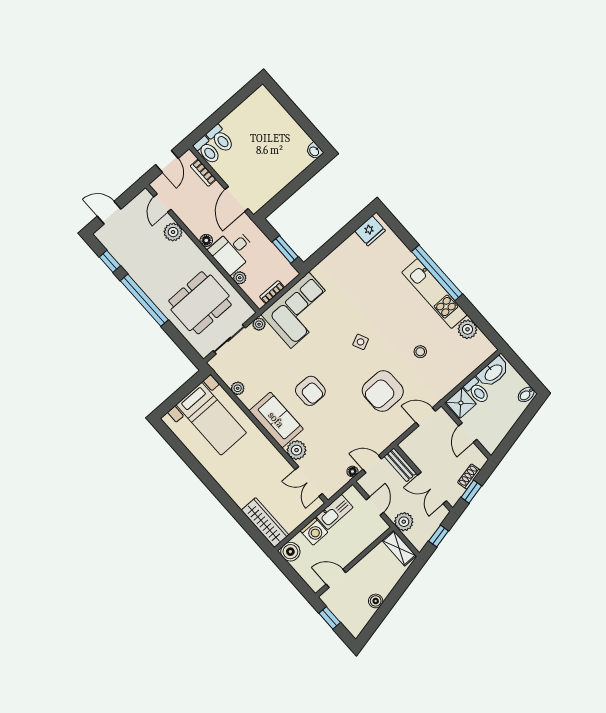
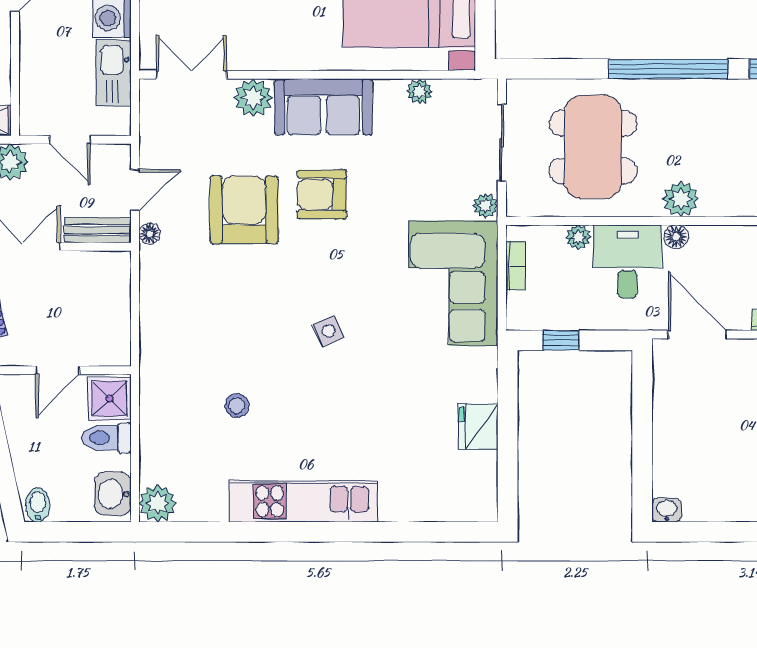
fridge: (370, 231) -> (478, 427), moved
plant: (173, 232) -> (681, 199), moved
window: (285, 249) -> (561, 340), width x0.67
window: (437, 273) -> (331, 532), removed
plant: (467, 329) -> (158, 503), moved
washbasin: (493, 372) -> (113, 494), width x0.72
armchair: (383, 391) -> (244, 210), moved
door: (426, 417) -> (135, 329), removed
door: (468, 433) -> (57, 370), swing flipped
floor lamp: (352, 471) -> (150, 234), moved

